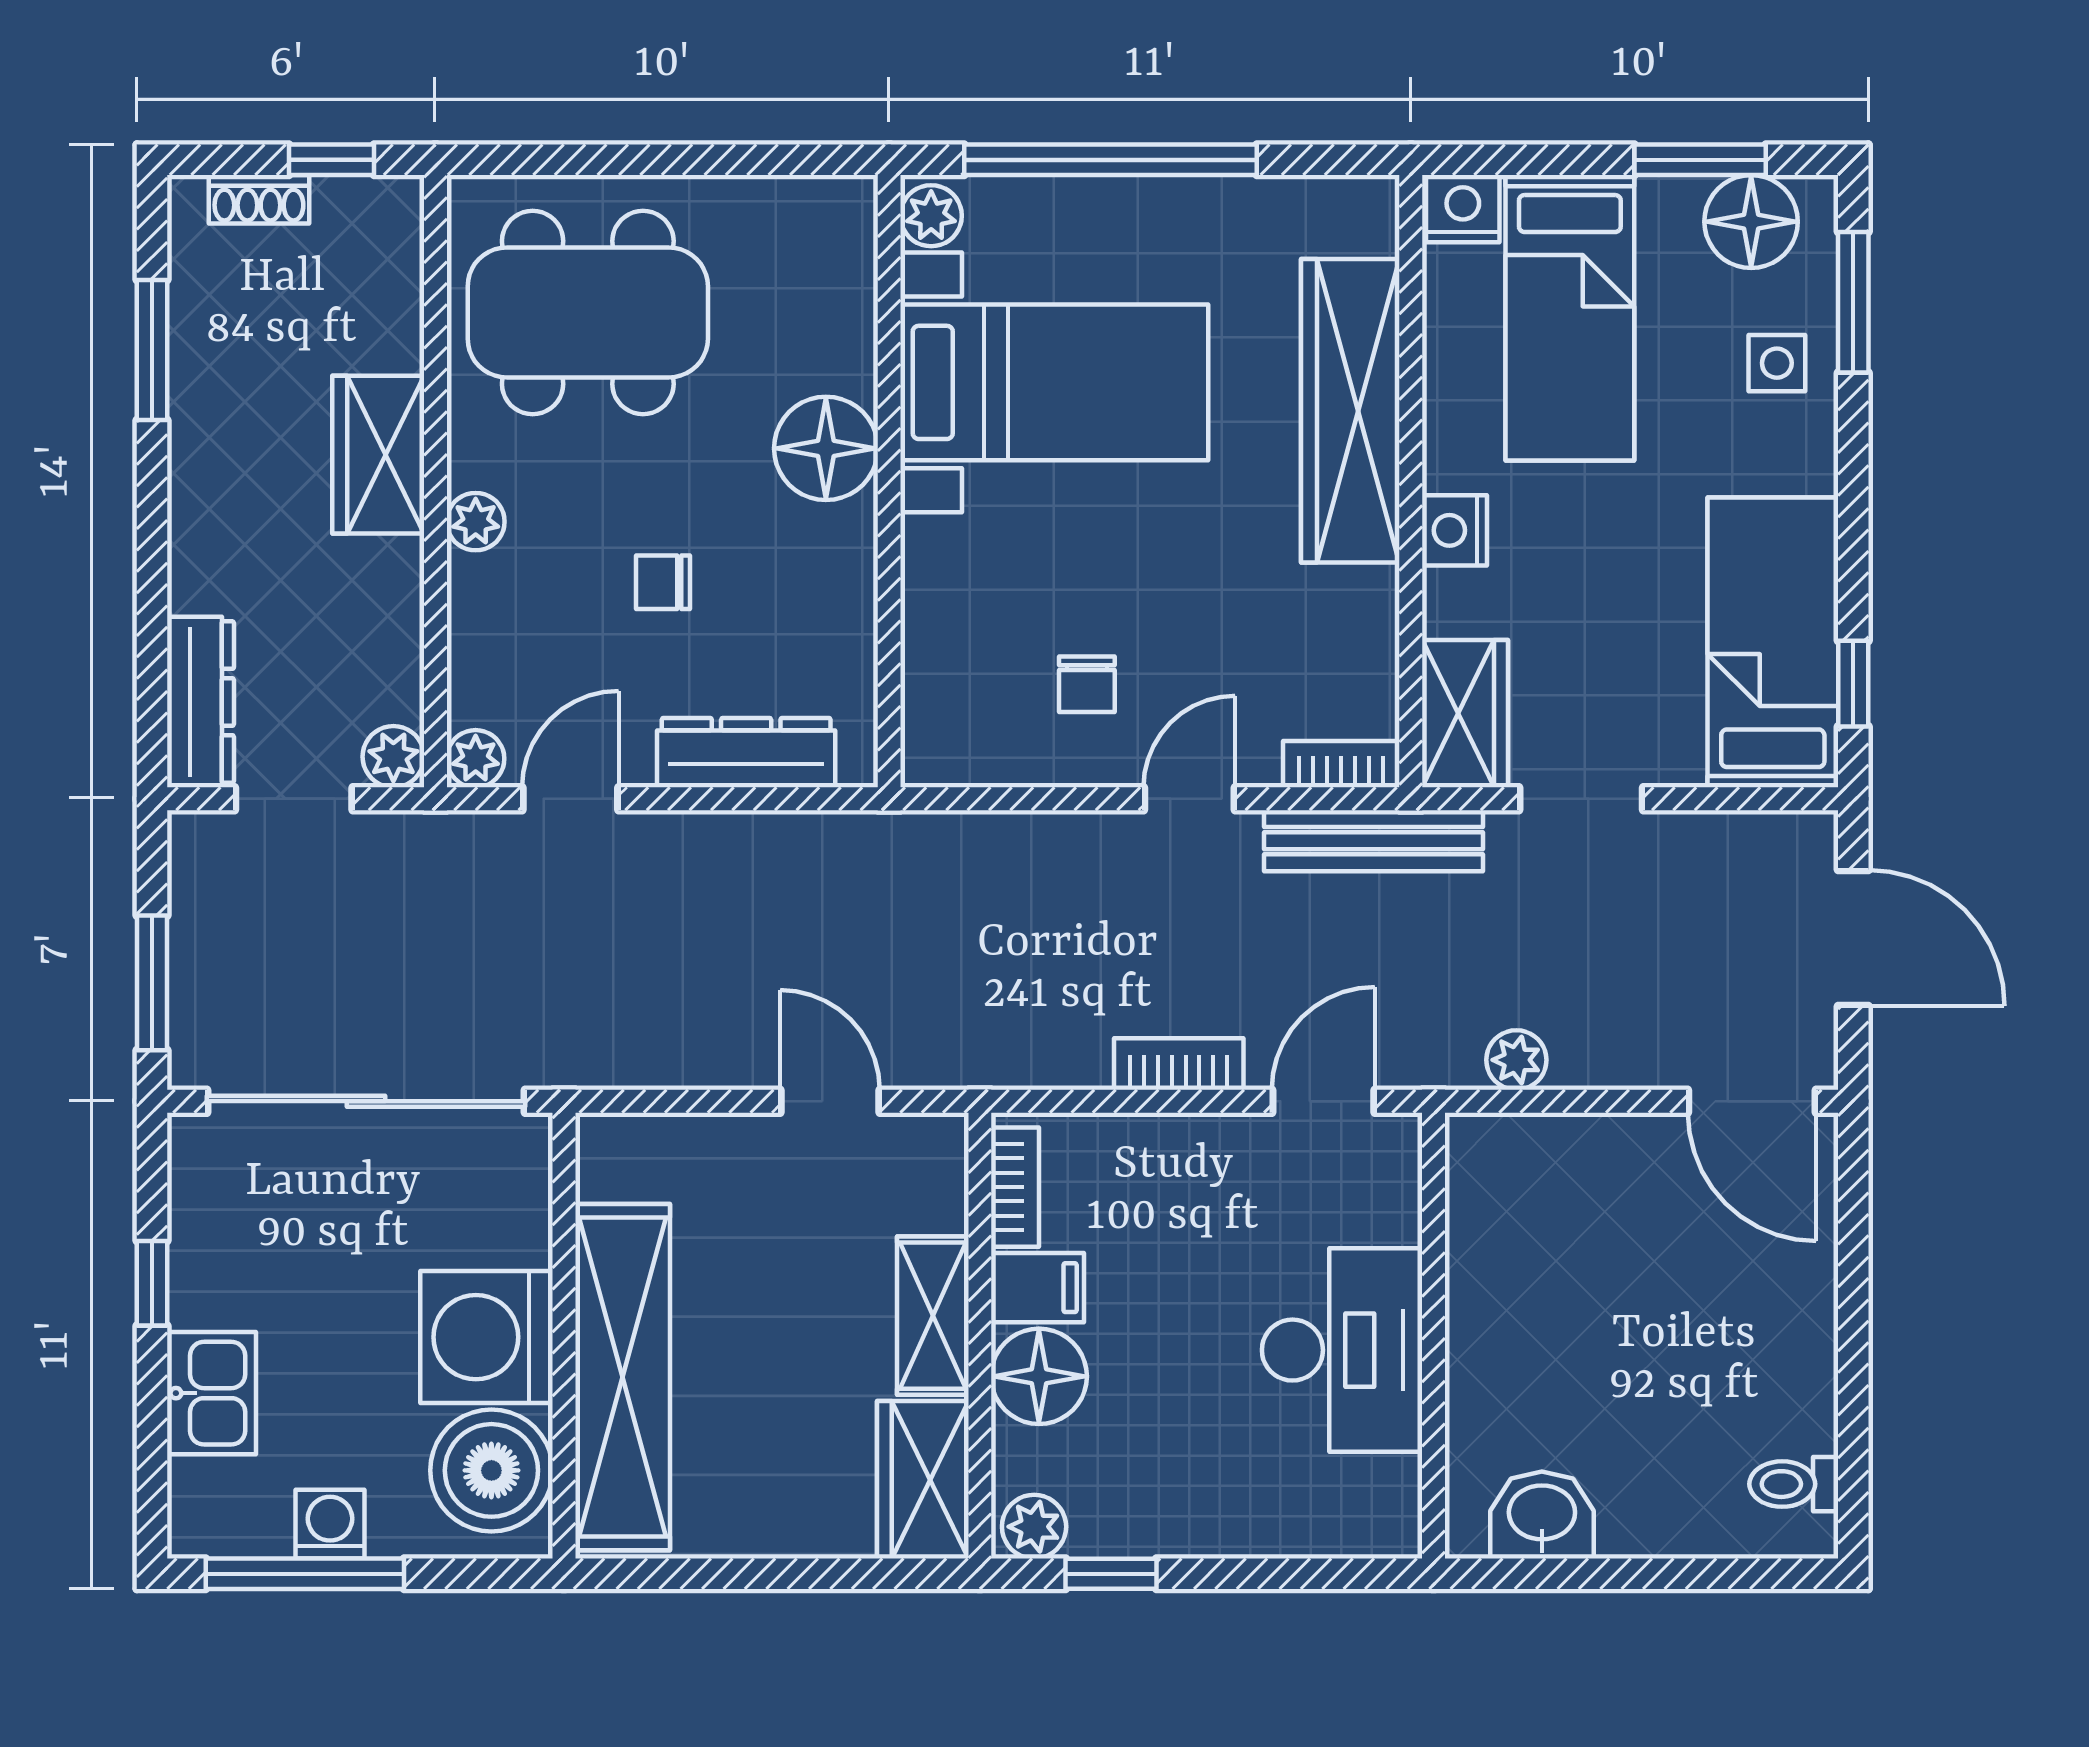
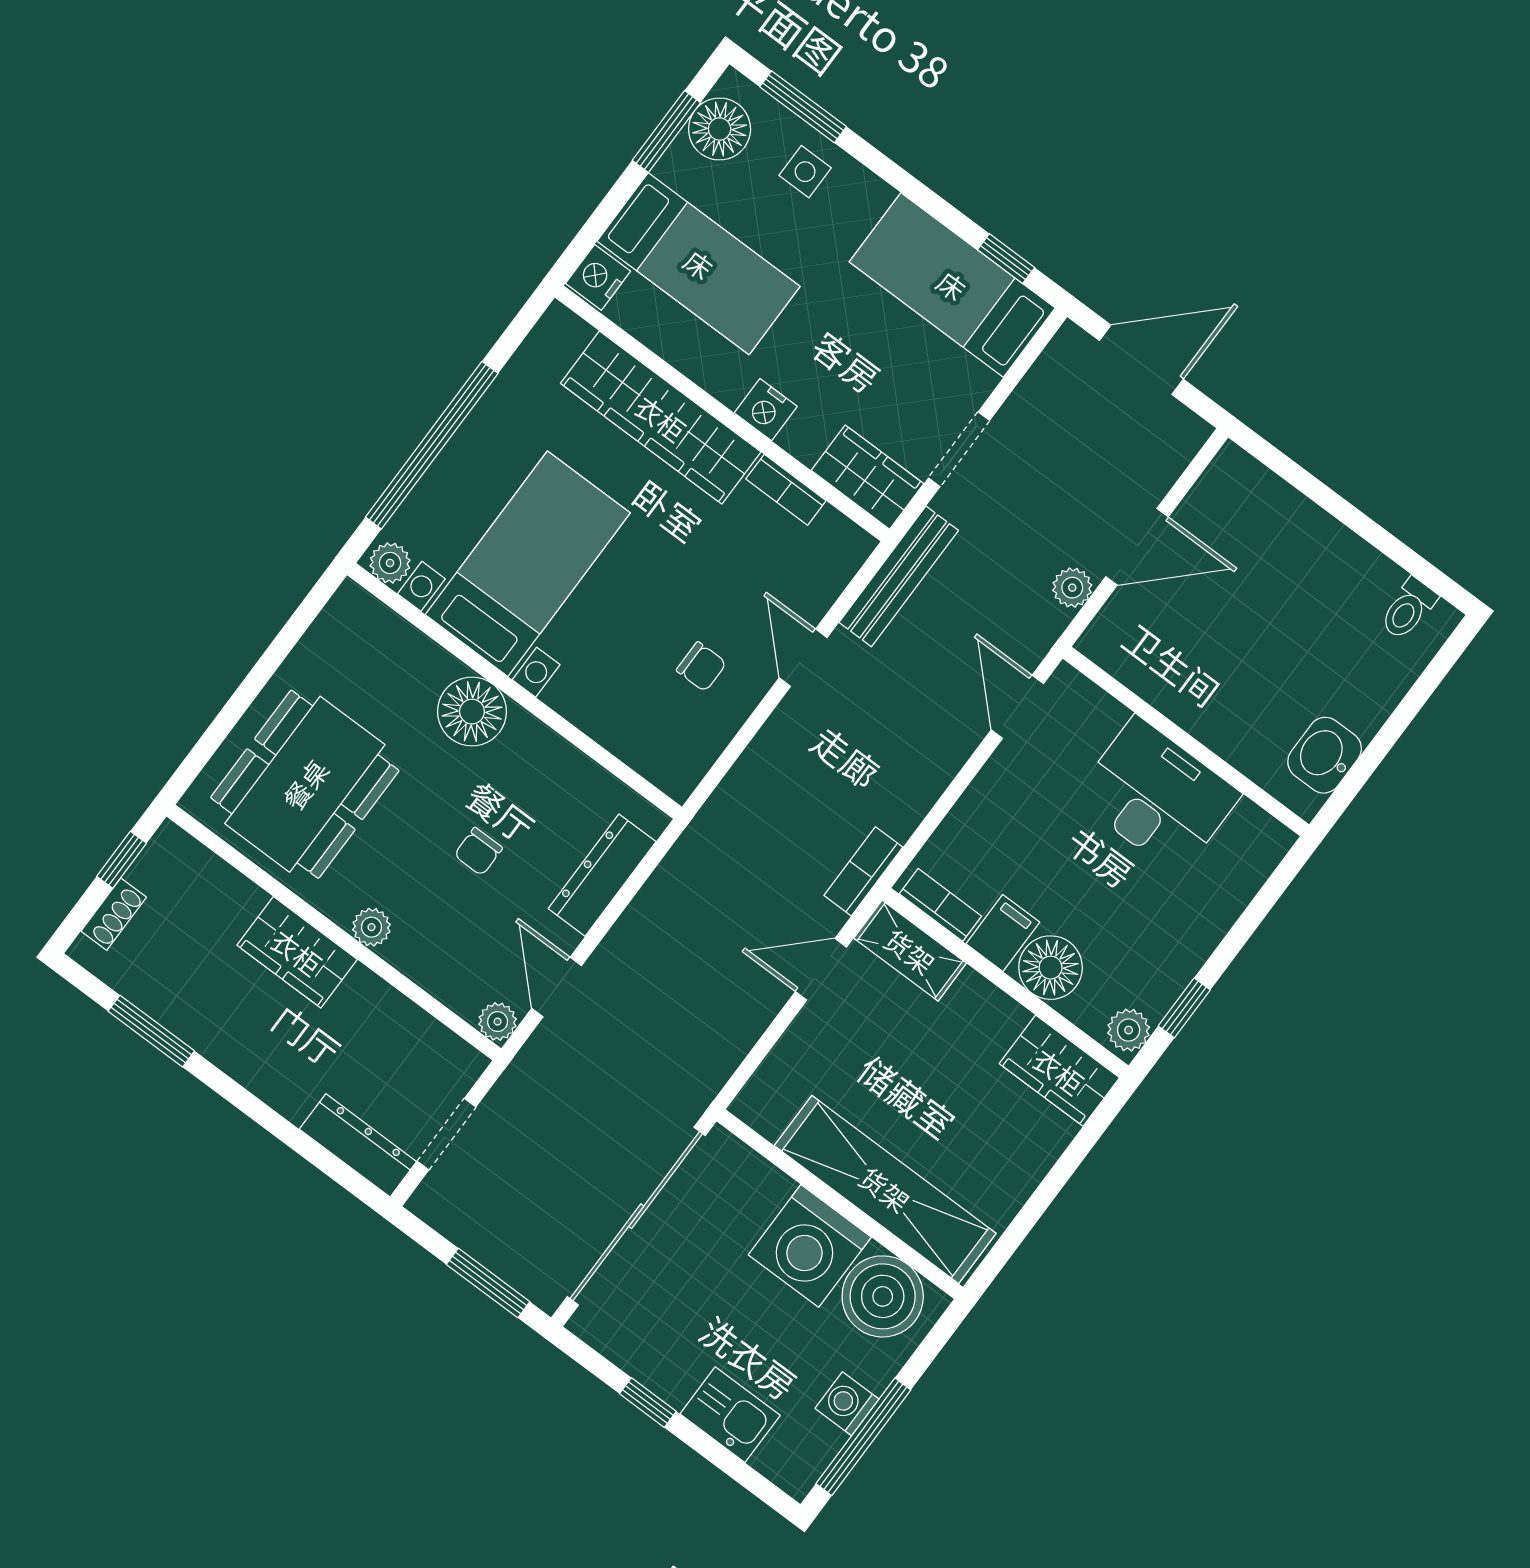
plant: (393, 757) -> (464, 1064), removed
bookcase: (1341, 764) -> (786, 490), moved, turned -90
bookcase: (1179, 1064) -> (863, 871), moved
door: (1752, 1101) -> (1137, 547), moved
shelving: (933, 1316) -> (910, 951), moved

